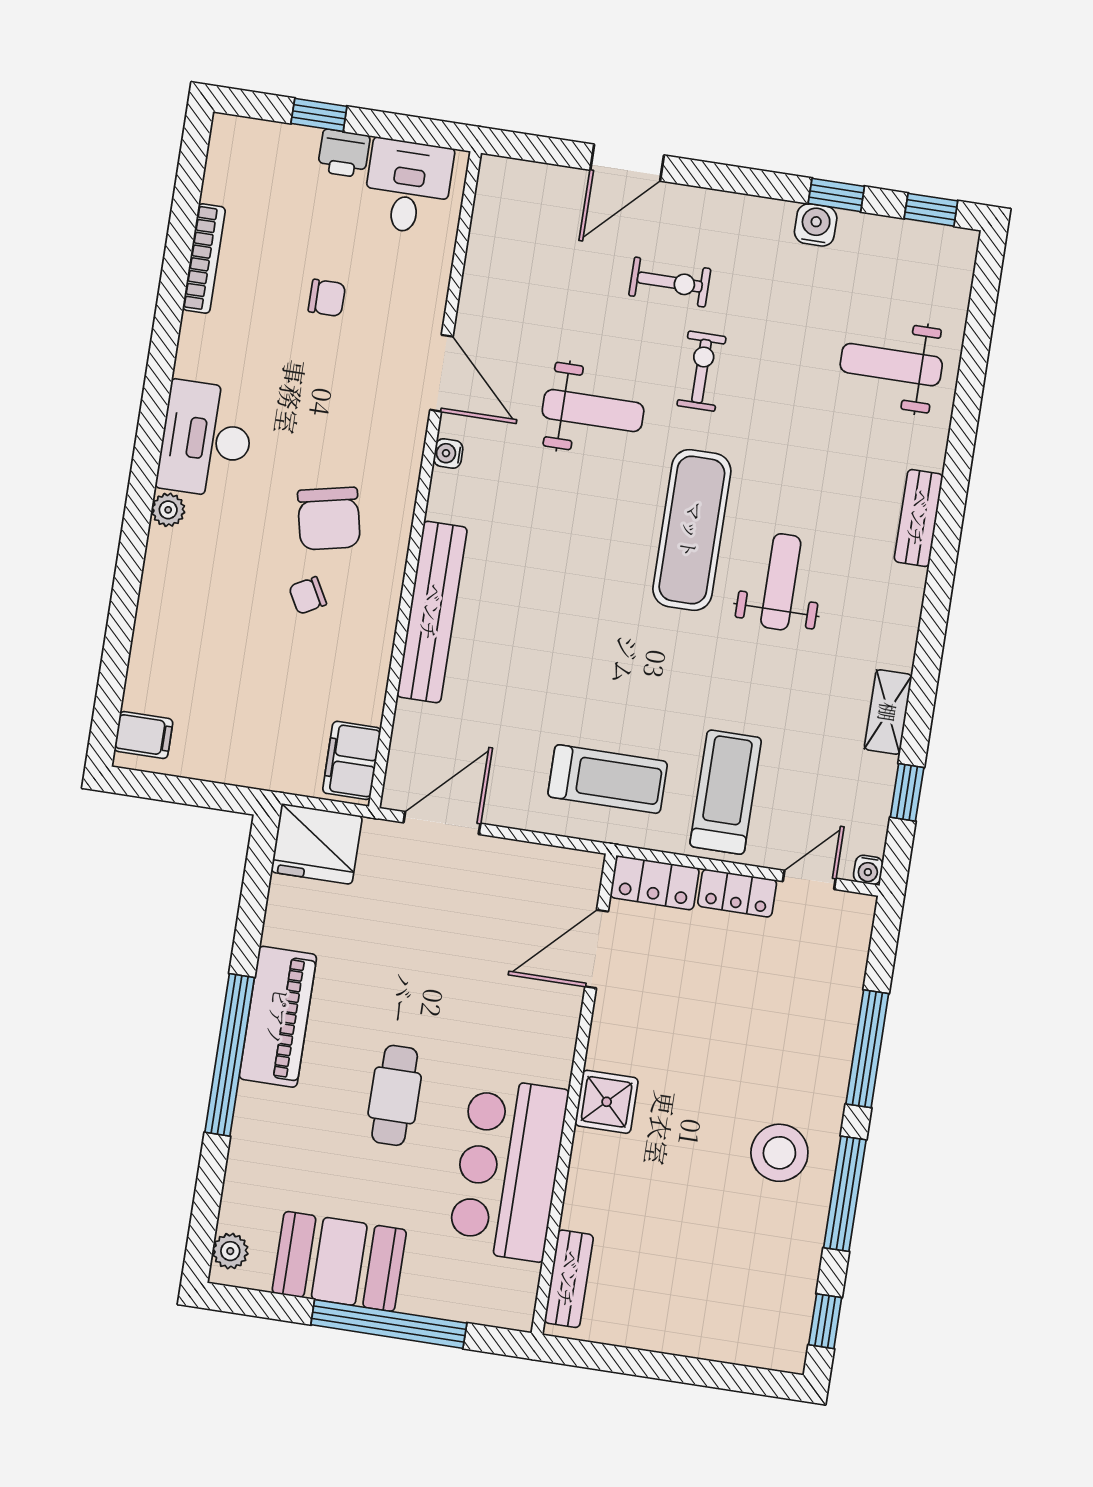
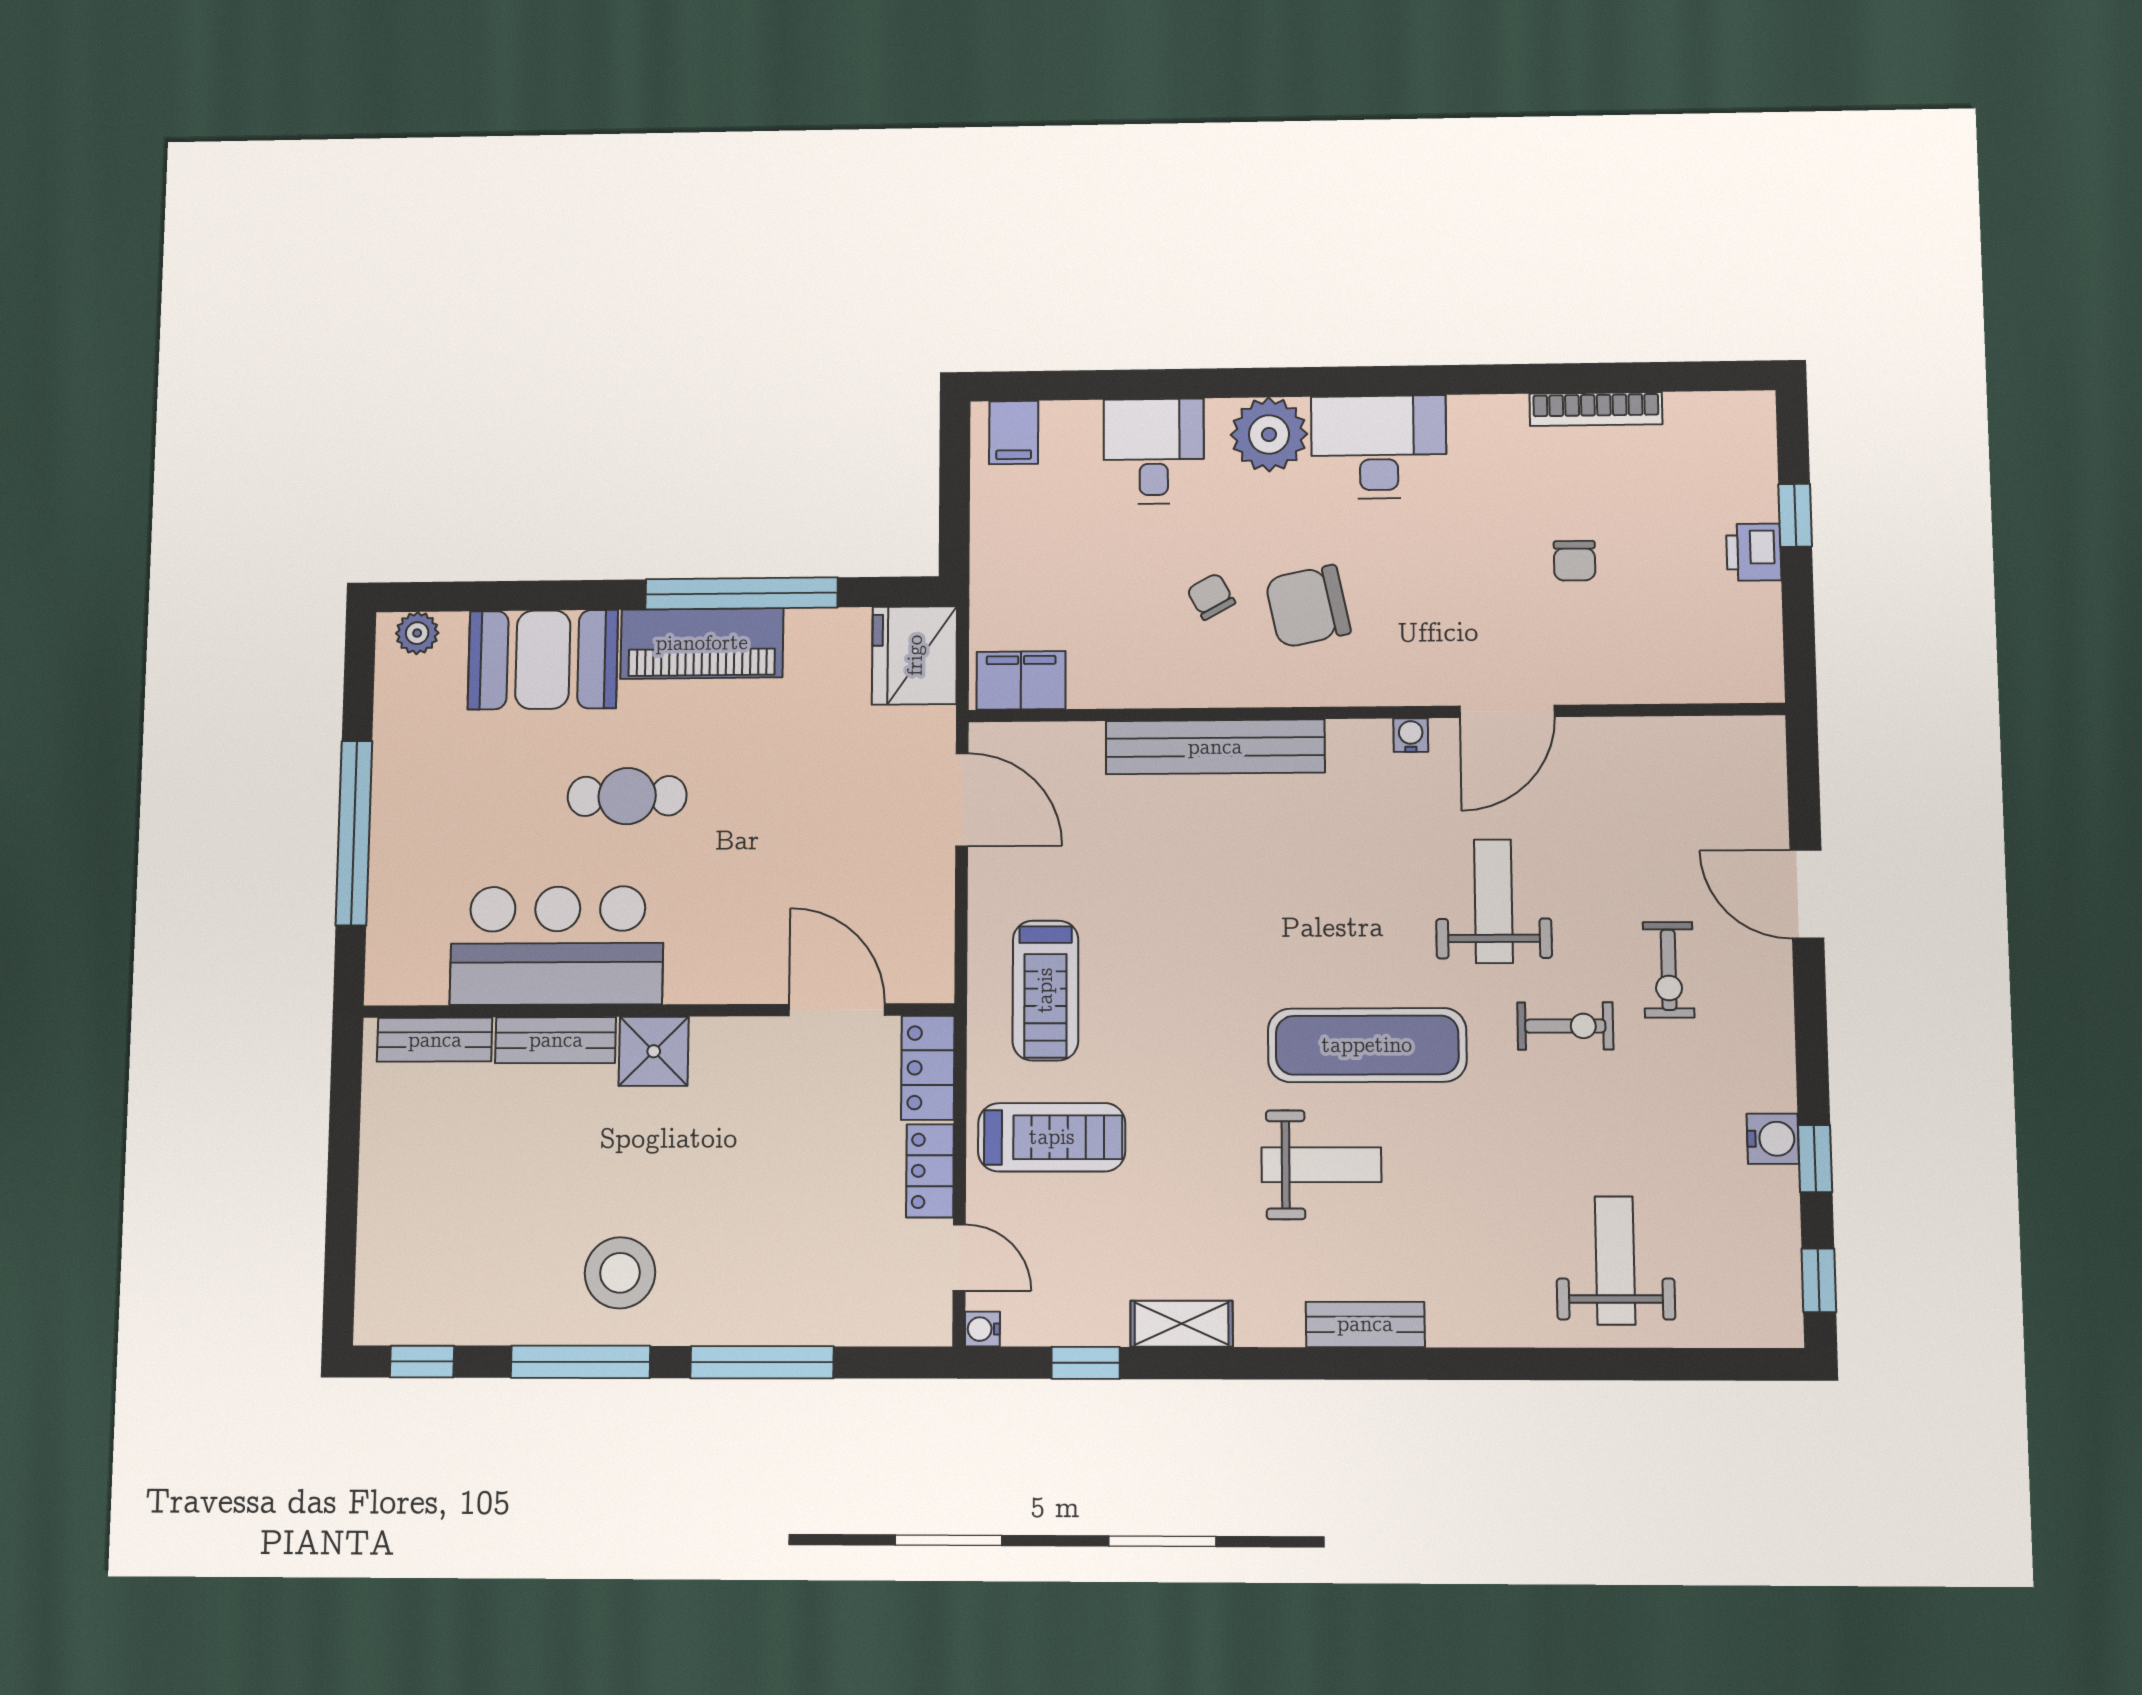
desk: (408, 187) -> (1154, 451), moved, turned -90
weight bench: (593, 411) -> (1493, 901), turned 180
plant: (168, 510) -> (1269, 434), width x1.88, depth x1.88
bench: (919, 518) -> (1365, 1324), moved
window: (230, 1055) -> (741, 593), moved
bench: (585, 1180) -> (556, 1040), added
booth: (339, 1261) -> (543, 660), moved, turned 90

